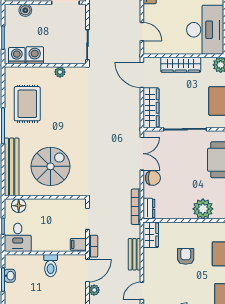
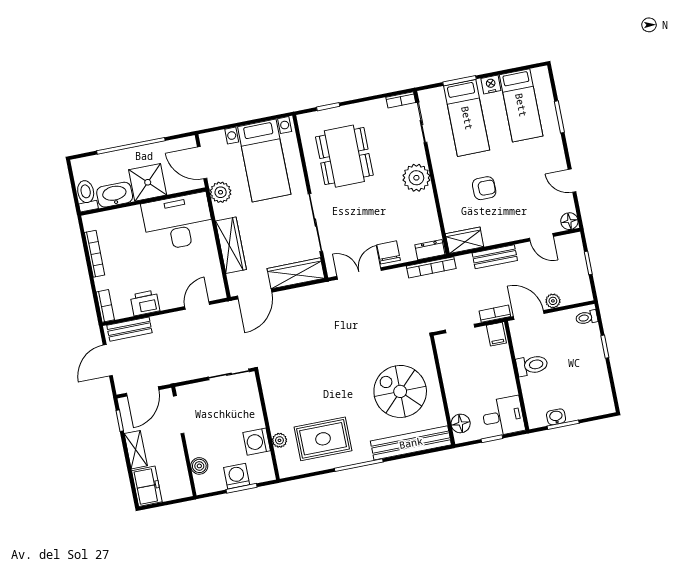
washing machine: (17, 56) -> (237, 476), moved, turned 90
plant: (60, 72) -> (279, 440), moved
armchair: (186, 256) -> (484, 188), turned 180

